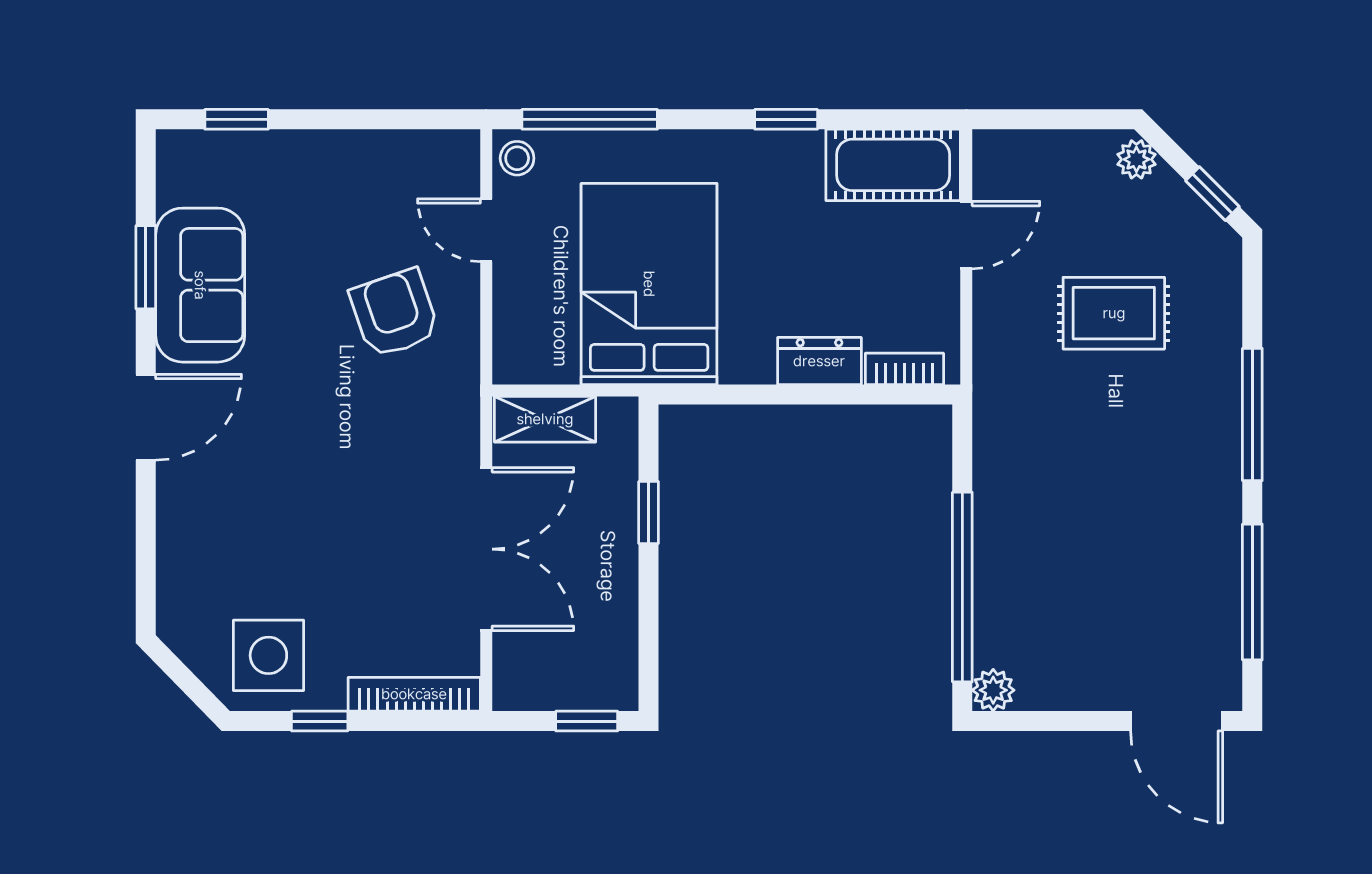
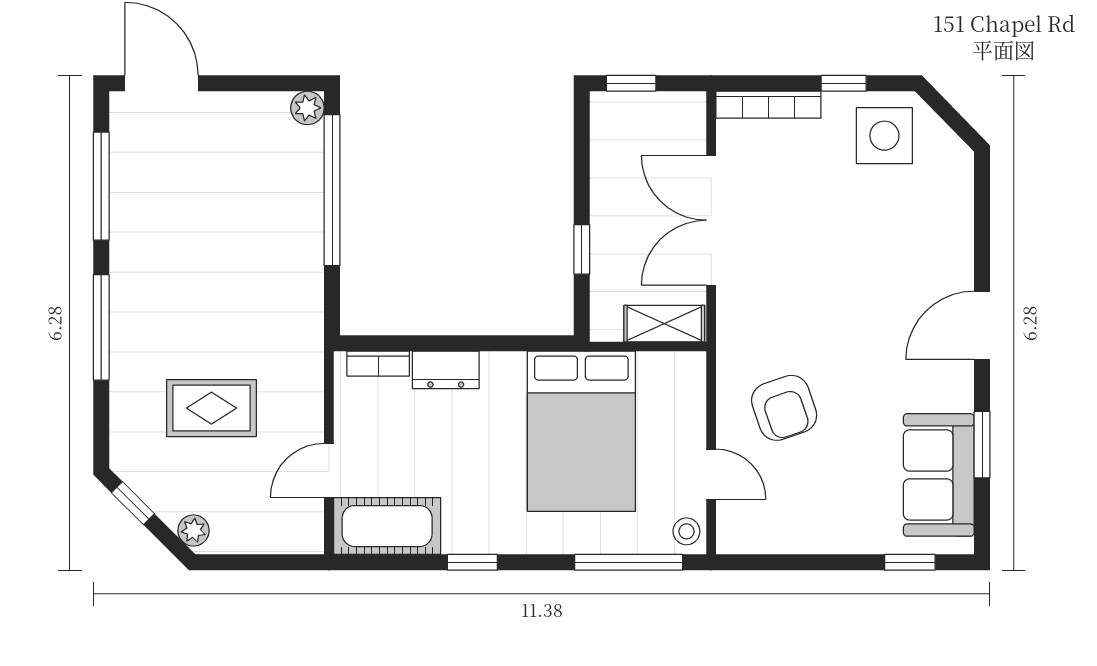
sofa: (200, 285) -> (939, 475), moved

